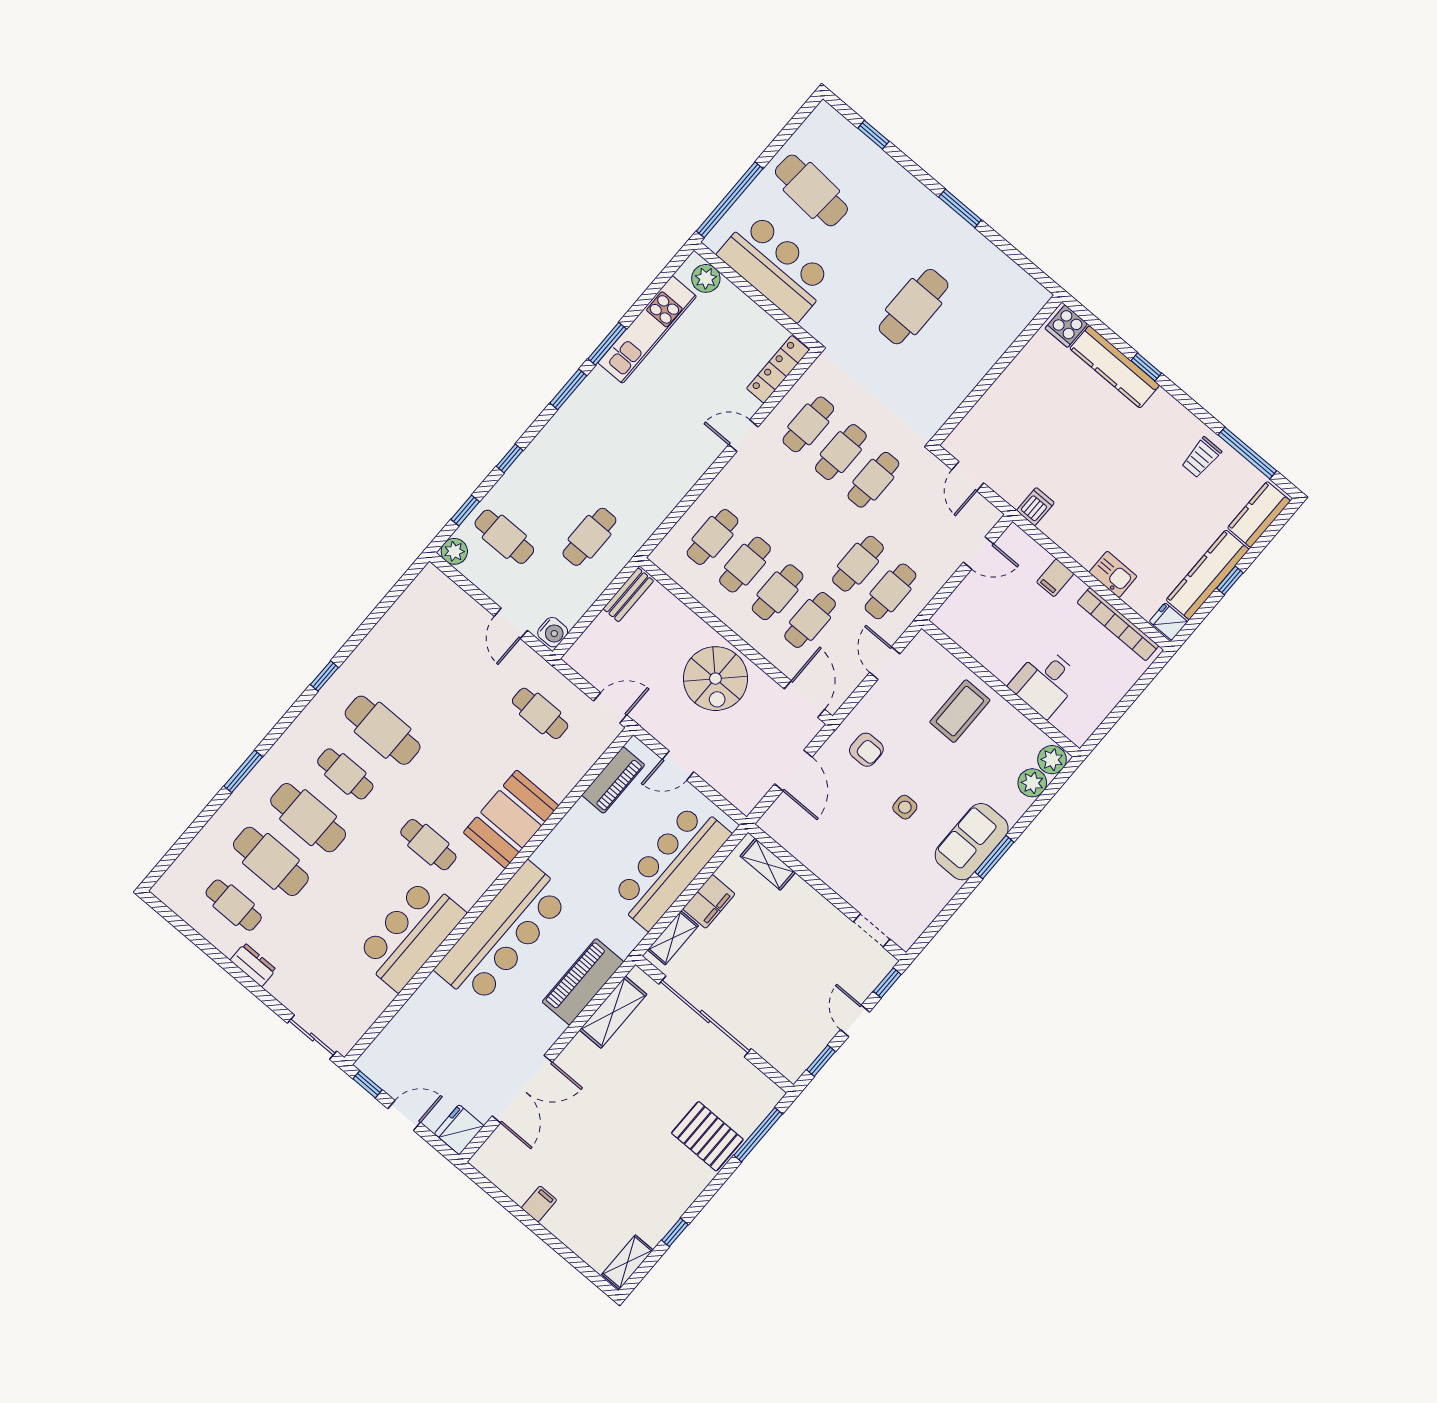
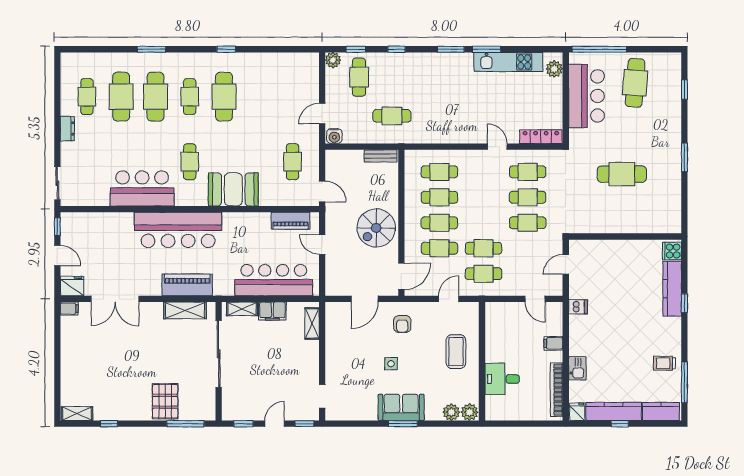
coffee table: (960, 711) -> (456, 352), turned 90
filing cabinet: (539, 1204) -> (69, 309), moved

